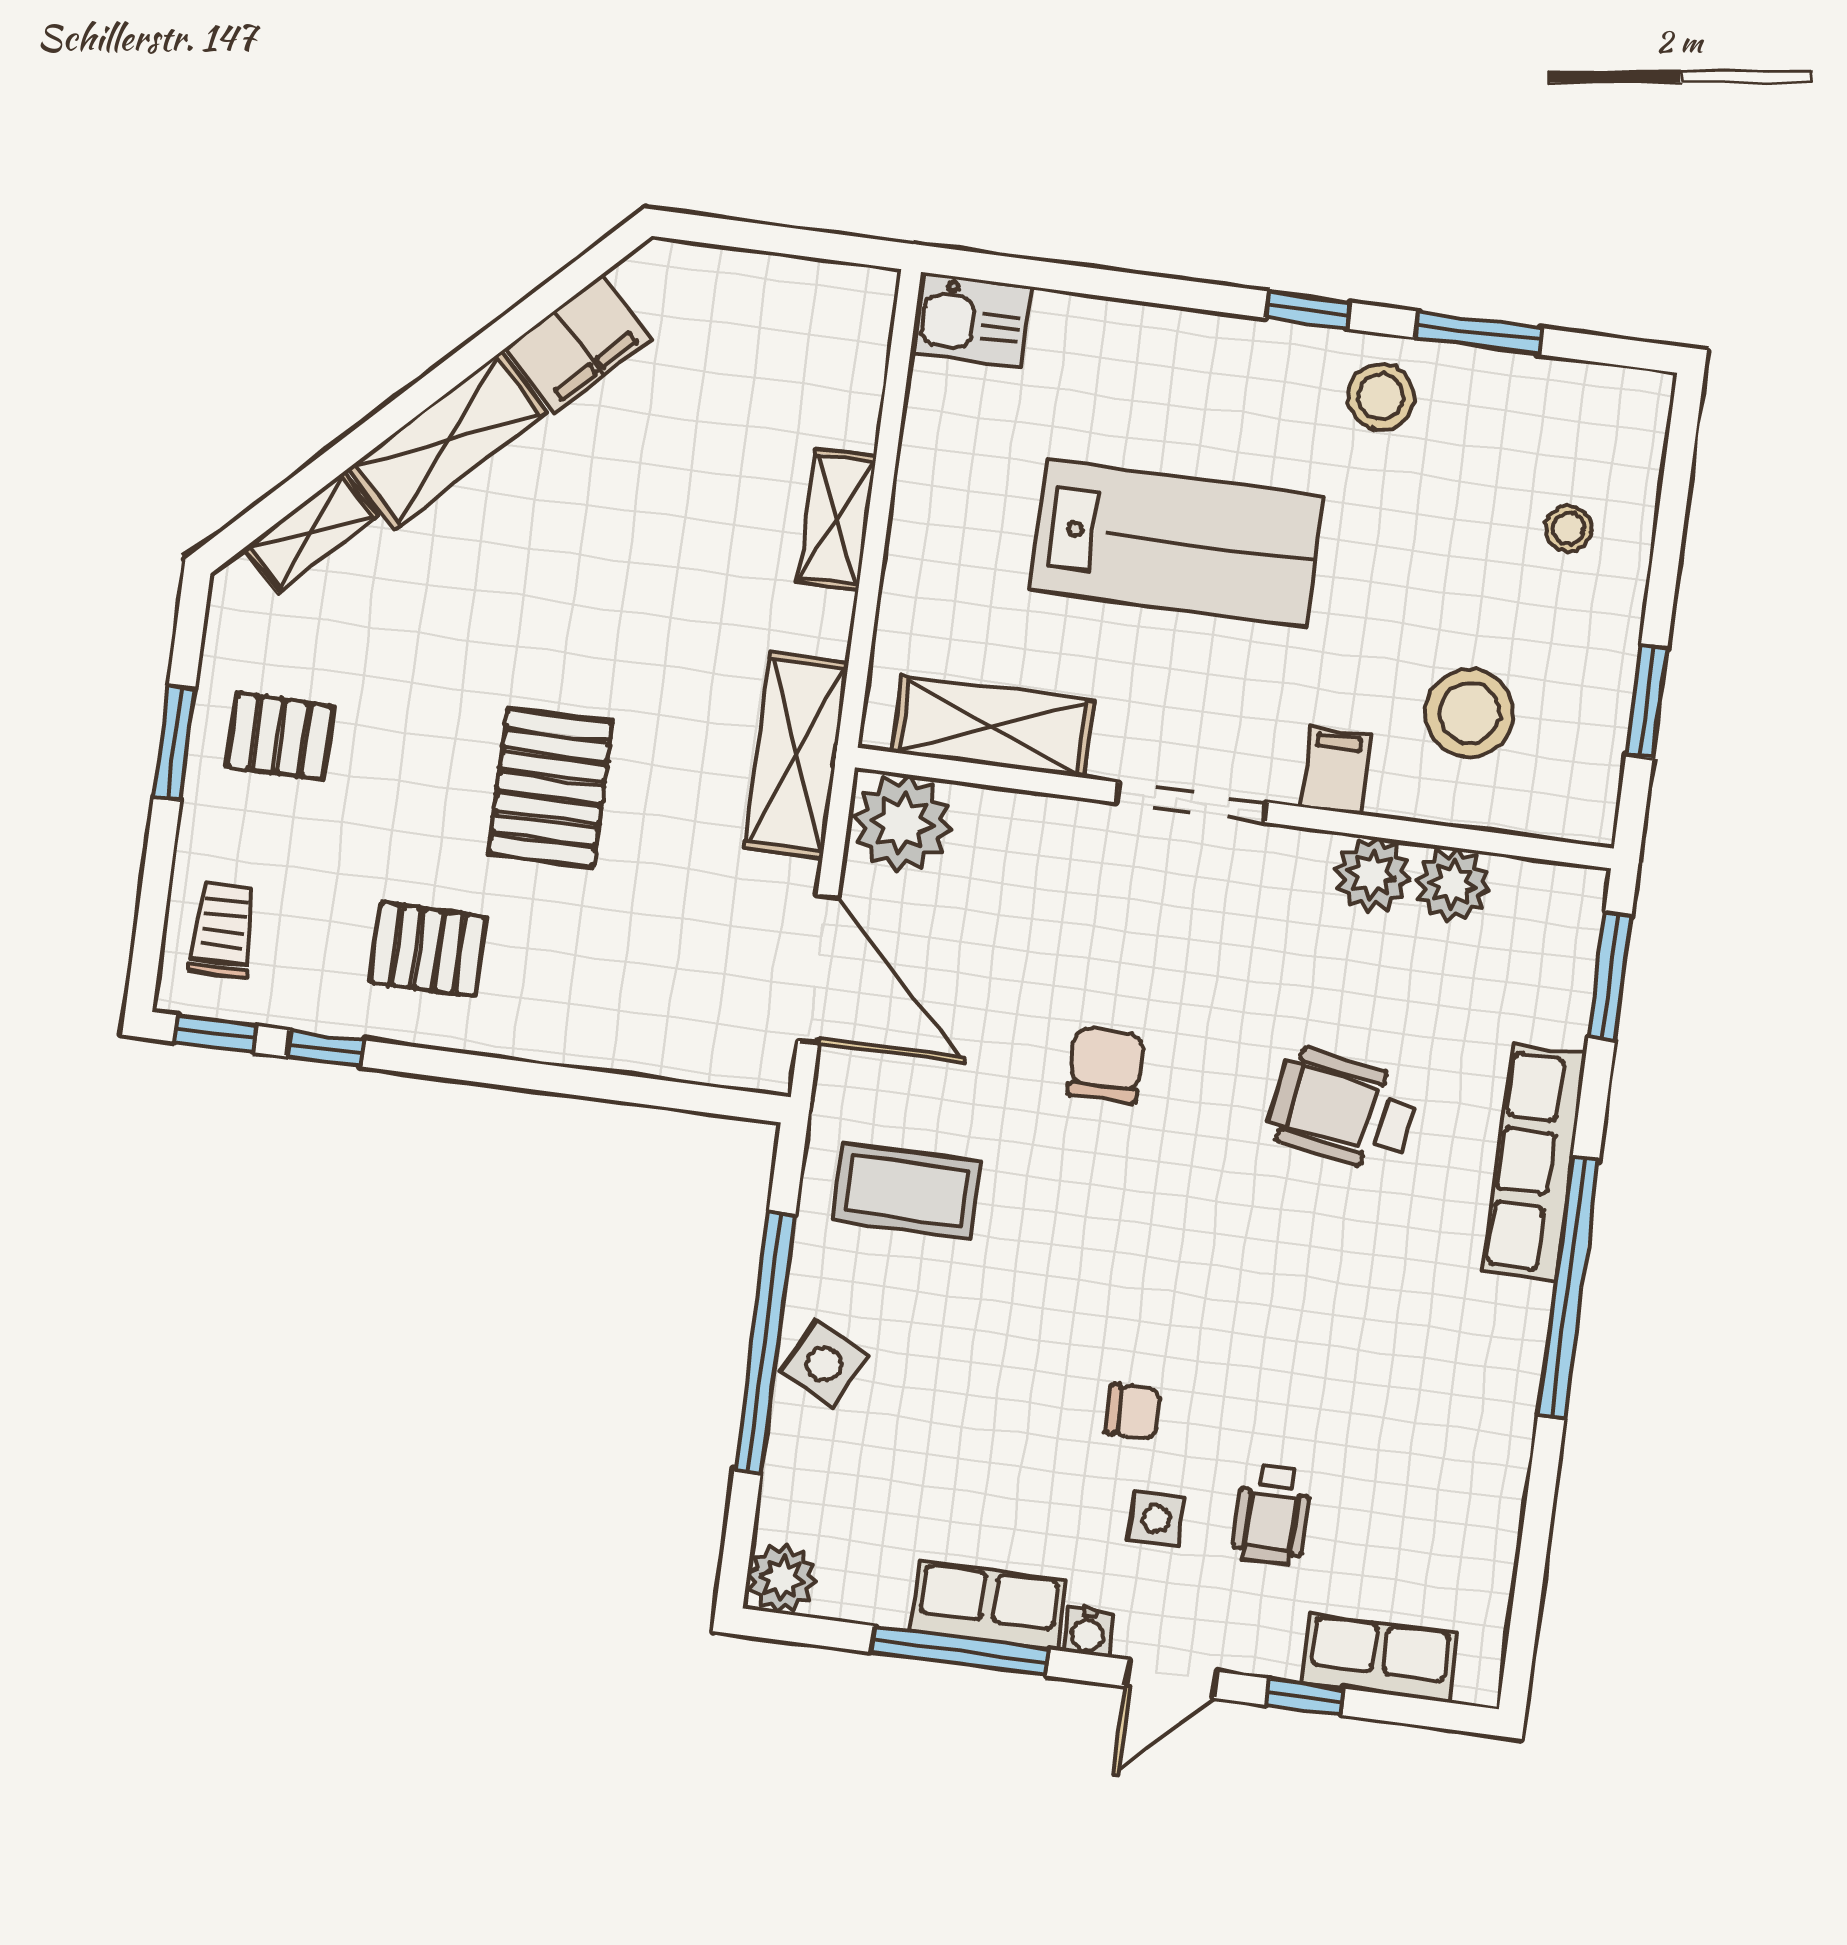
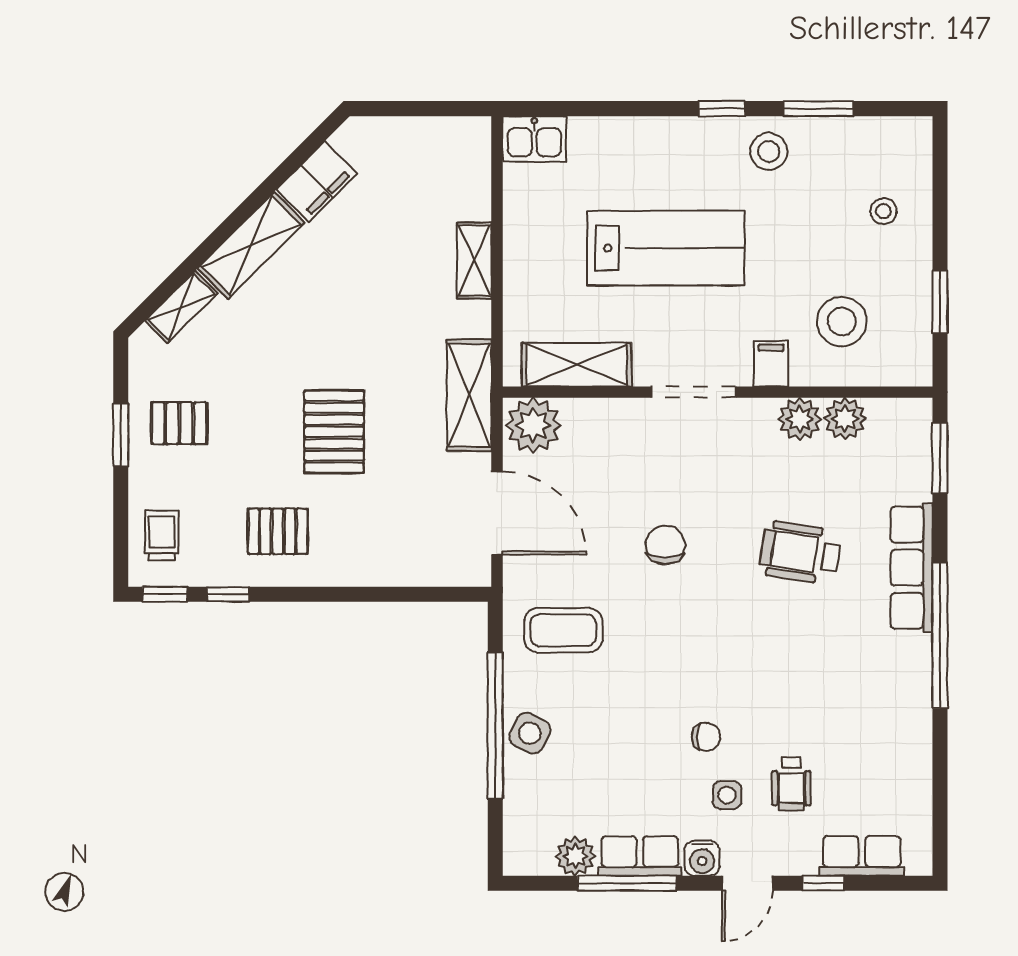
plant: (782, 1578) -> (575, 856), moved
water cooler: (1088, 1632) -> (702, 858), width x1.38, depth x1.38

